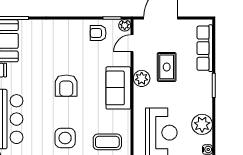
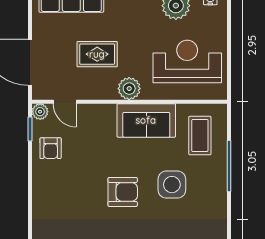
plant: (142, 78) -> (129, 89), moved
sofa: (118, 88) -> (146, 120), moved
side table: (65, 138) -> (172, 185), moved

